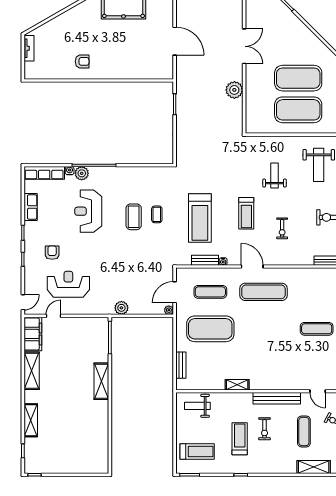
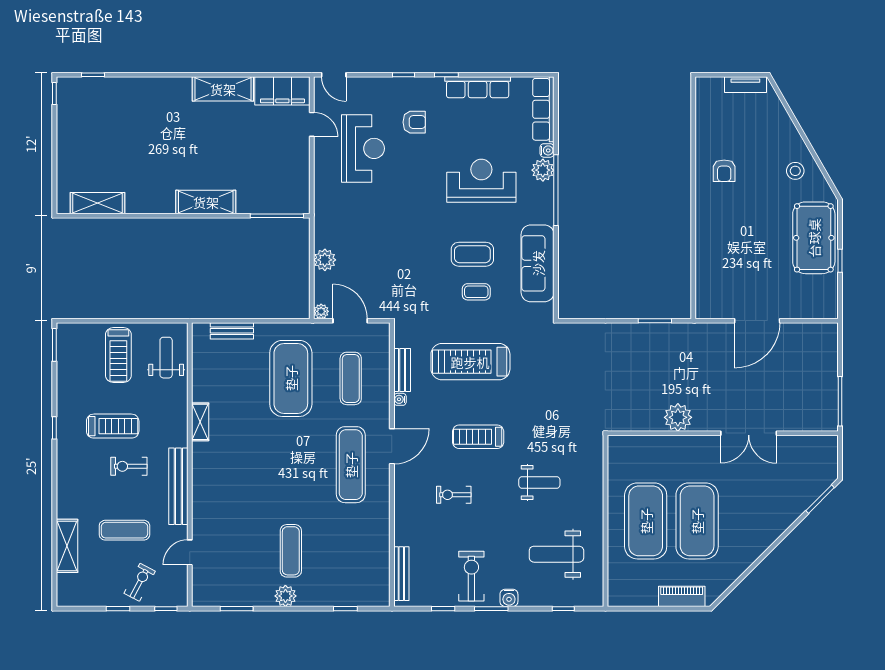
stool: (82, 18) -> (795, 171), added
sofa: (139, 177) -> (538, 263), added
row of seats: (31, 207) -> (478, 87), width x1.48
plant: (121, 308) -> (325, 260), moved
shelving: (31, 420) -> (98, 203), moved
treadmill: (197, 451) -> (118, 355), moved

